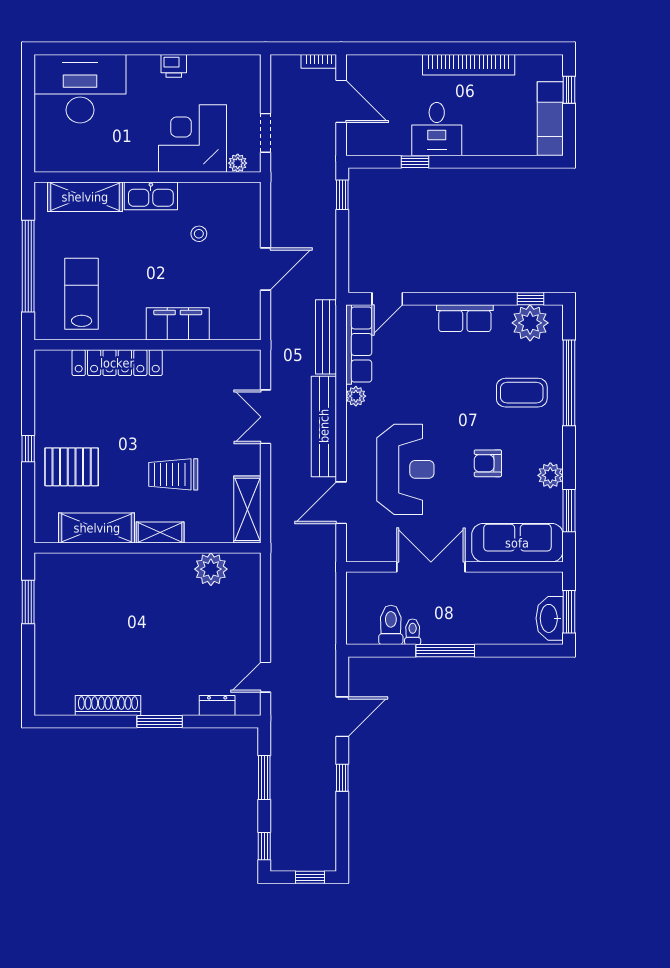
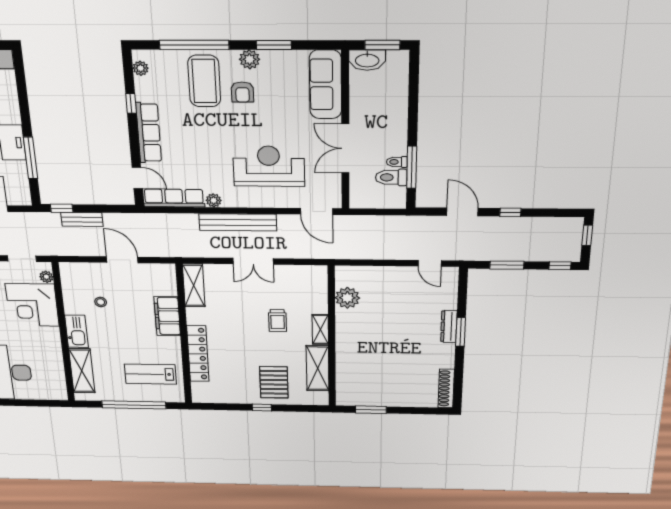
window: (415, 162) -> (30, 158), width x2.17
window: (530, 299) -> (131, 103), moved
row of seats: (465, 318) -> (149, 133), width x1.48
plant: (530, 323) -> (141, 68), width x0.53, depth x0.53
bench: (326, 337) -> (82, 219), moved, width x0.73
coffee table: (522, 393) -> (204, 81), width x1.36, depth x1.32
double door: (265, 417) -> (253, 261), moved
armchair: (488, 463) -> (242, 92), moved
trolley: (173, 474) -> (277, 321), width x0.73, depth x0.72
plant: (550, 475) -> (250, 59), moved
door: (341, 503) -> (317, 211), moved
shelving: (247, 509) -> (194, 285), moved, turned 90
window: (569, 511) -> (274, 45), moved
washbasin: (550, 618) -> (367, 60), moved
window: (445, 651) -> (412, 167), moved
shoe rack: (108, 705) -> (446, 388), moved
dresser: (217, 706) -> (449, 326), moved, width x1.44

